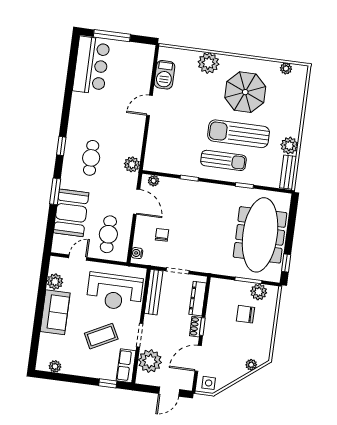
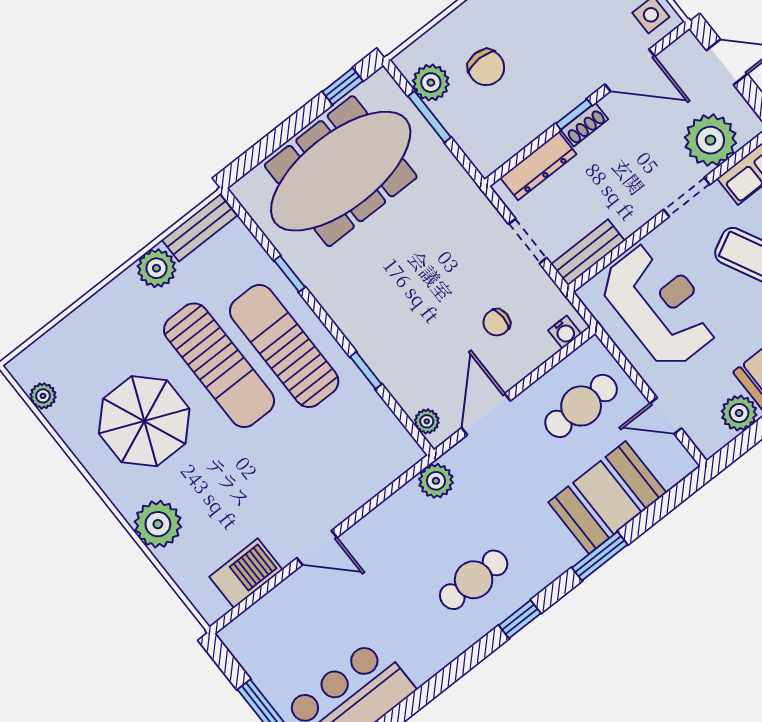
cafe table: (91, 158) -> (474, 580), moved
sun lounger: (223, 160) -> (284, 346), width x1.36, depth x1.34
bench: (154, 292) -> (588, 252), width x0.73

